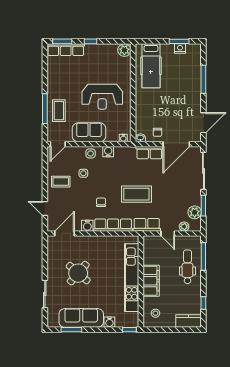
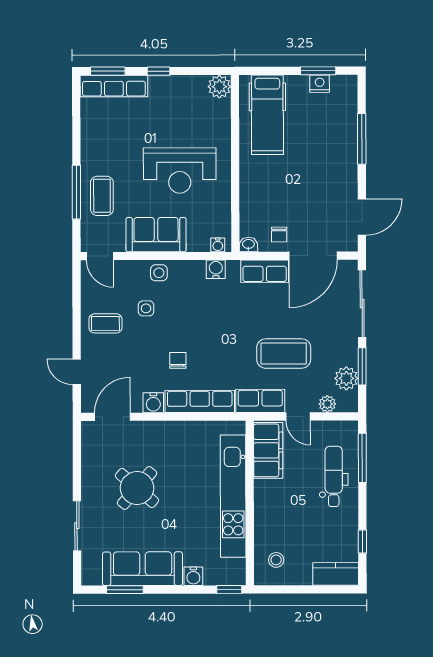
door: (58, 144) -> (100, 256), hinge flipped
water cooler: (108, 152) -> (216, 269), moved
coffee table: (136, 194) -> (284, 354), moved
filing cabinet: (151, 281) -> (268, 450), moved

